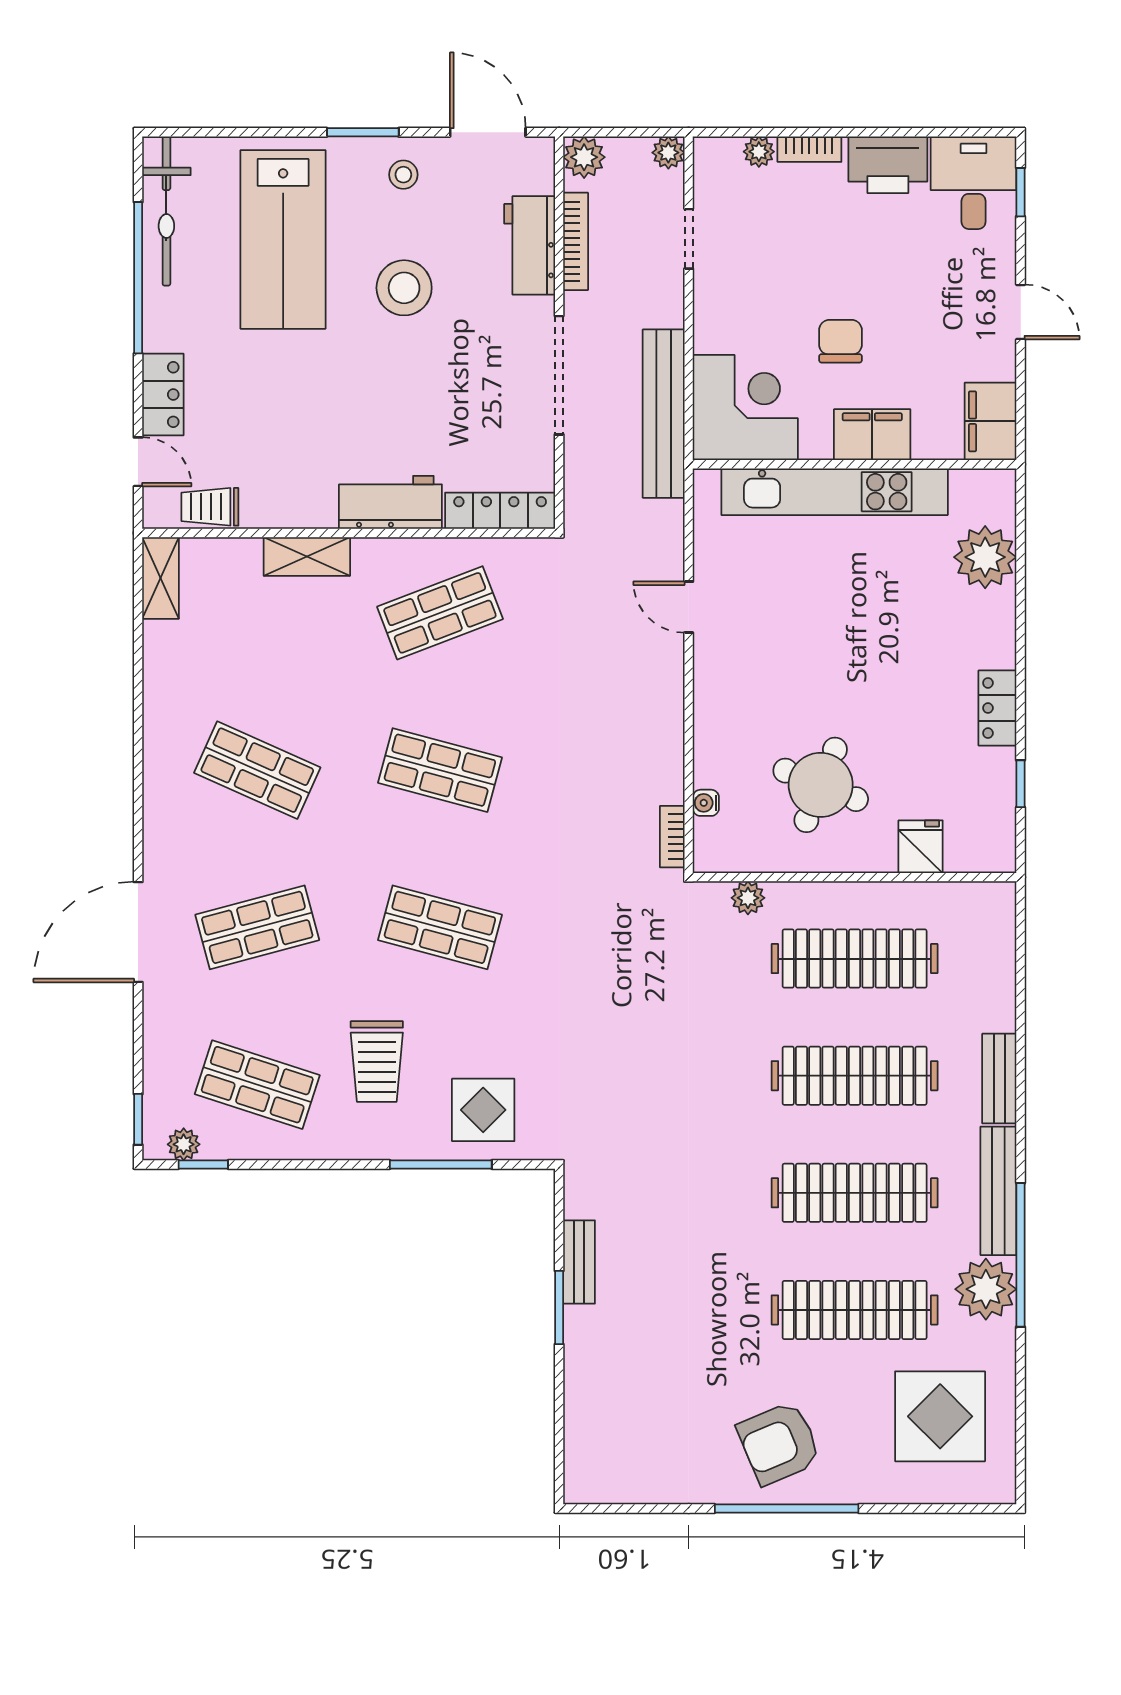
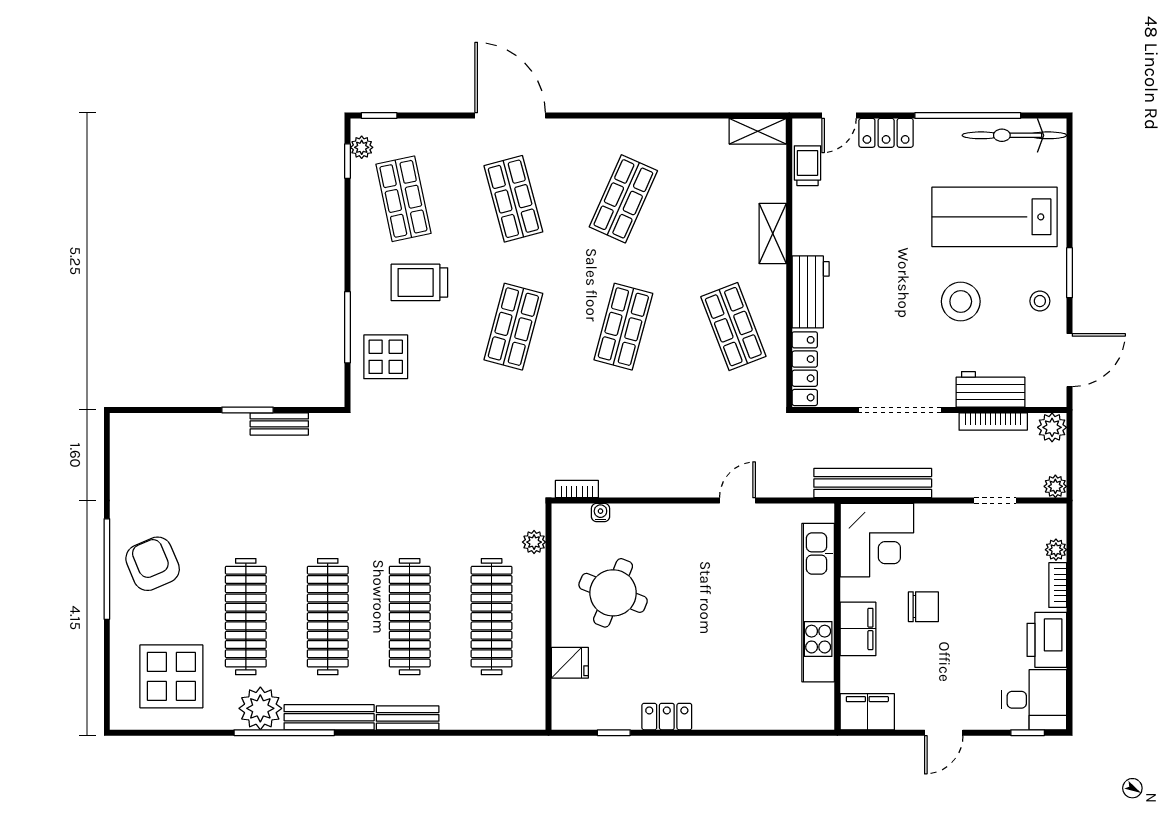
plant: (985, 557) -> (772, 708), removed
shop shelf: (257, 1085) -> (403, 199), turned -30

